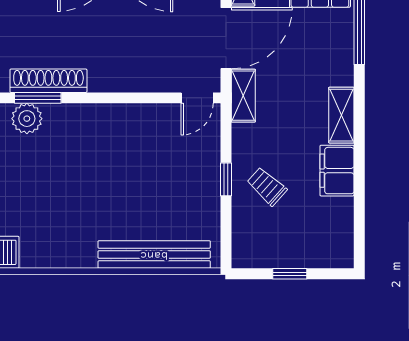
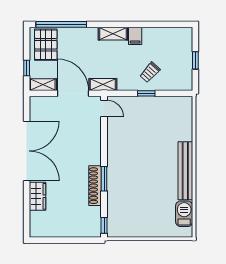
window: (38, 98) -> (104, 179), moved
plant: (27, 119) -> (115, 197), removed
filing cabinet: (337, 171) -> (135, 36), width x0.50
bench: (154, 255) -> (185, 171), moved

